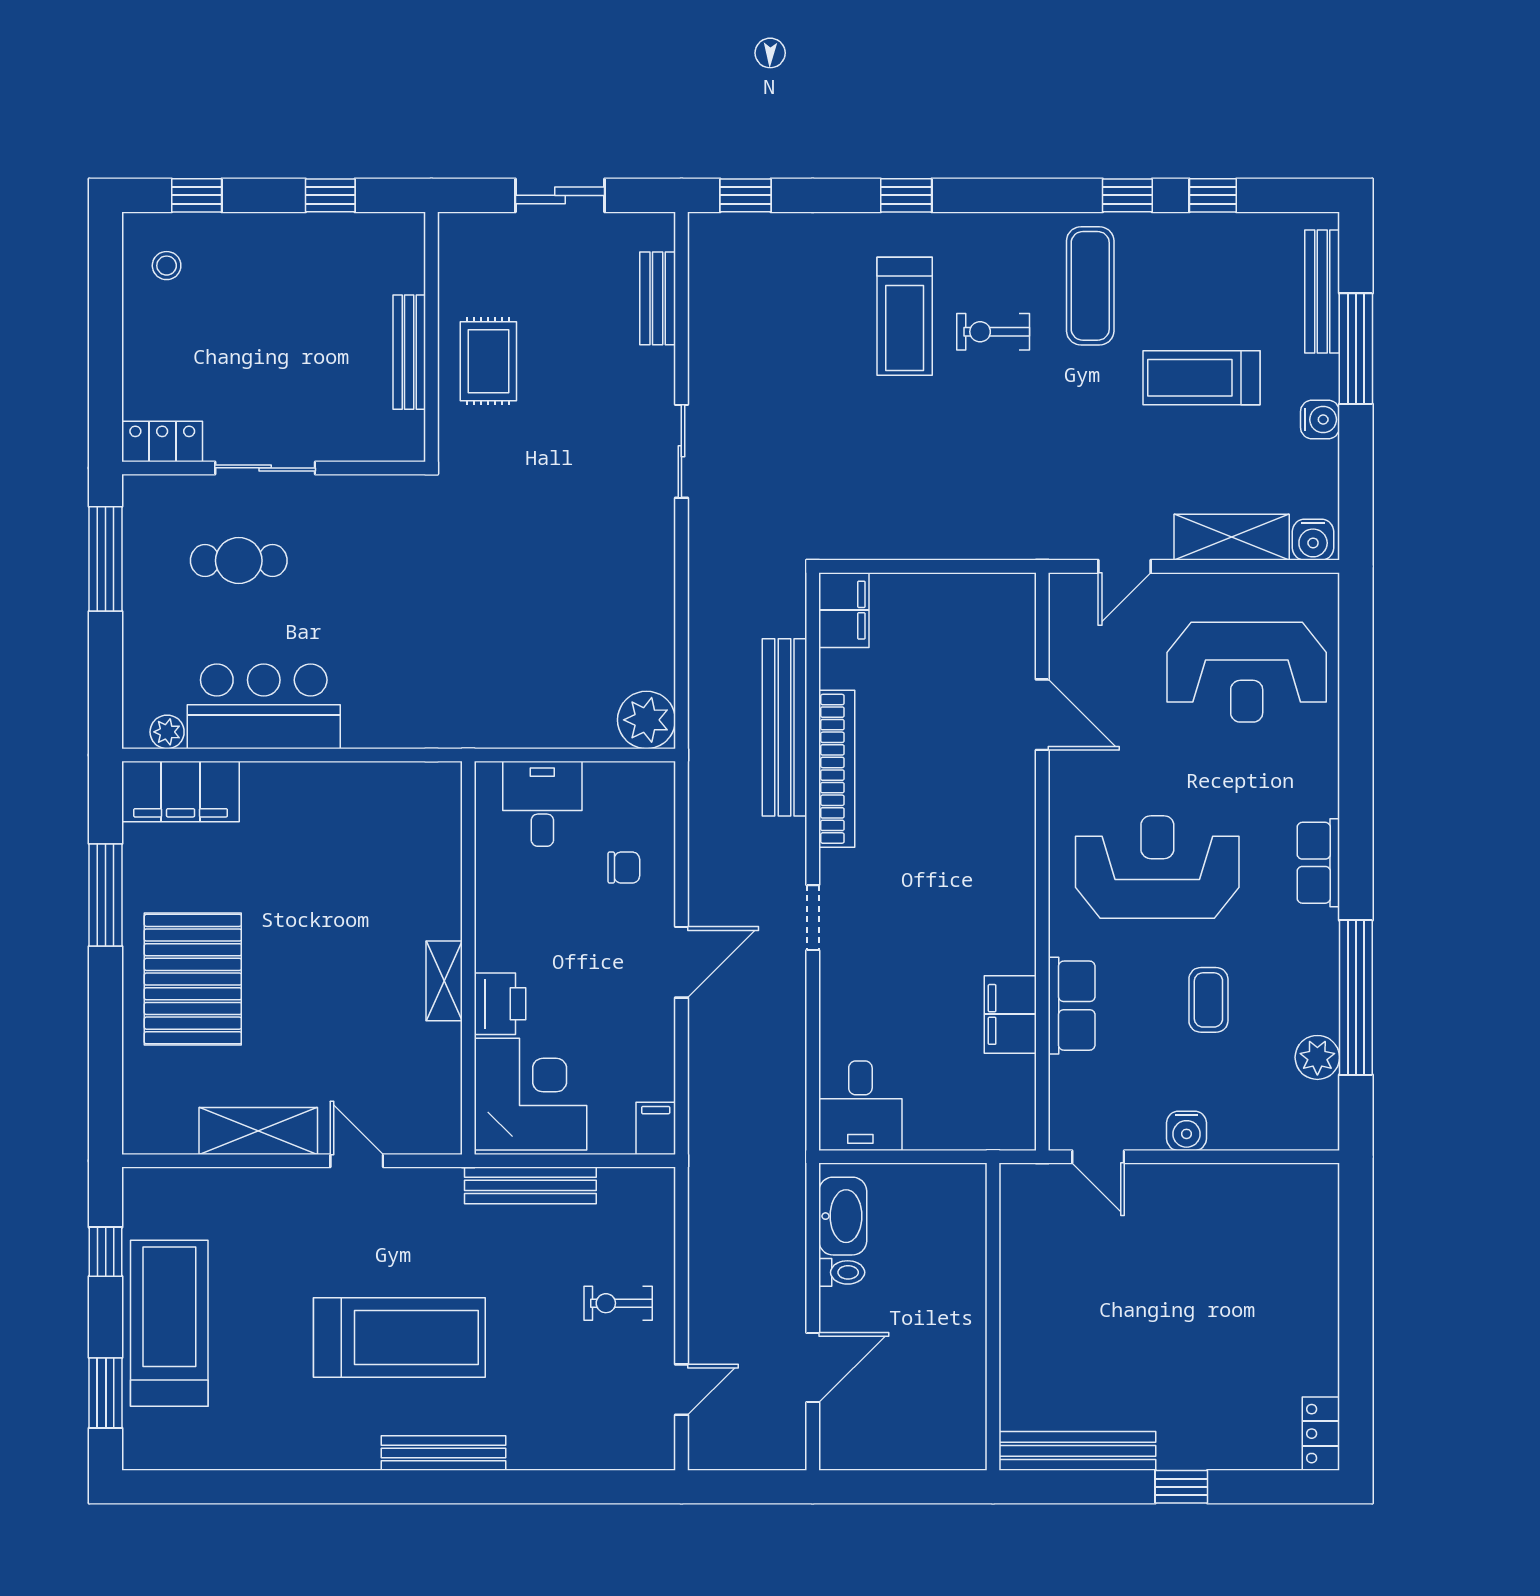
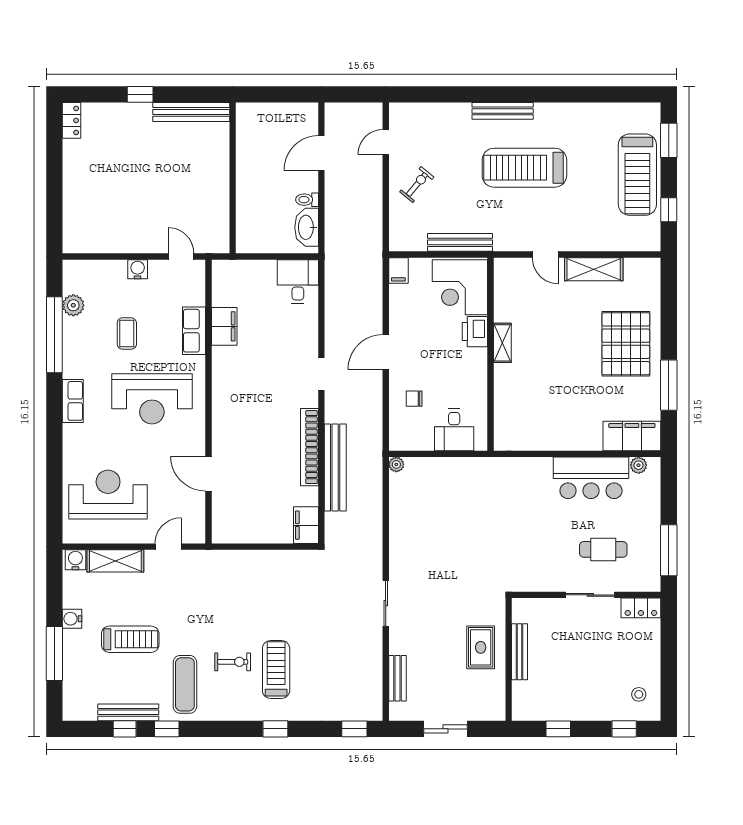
bench: (1322, 292) -> (128, 712), moved, turned 90
plant: (646, 720) -> (396, 464), width x0.53, depth x0.53
exercise bike: (618, 1303) -> (417, 185), turned -50

